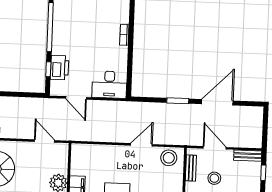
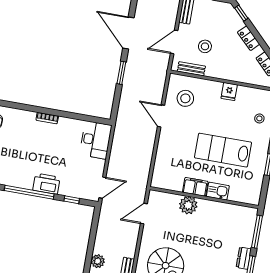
printer: (60, 68) -> (46, 184), moved
door: (76, 98) -> (102, 188), moved
stool: (169, 158) -> (185, 98), moved

